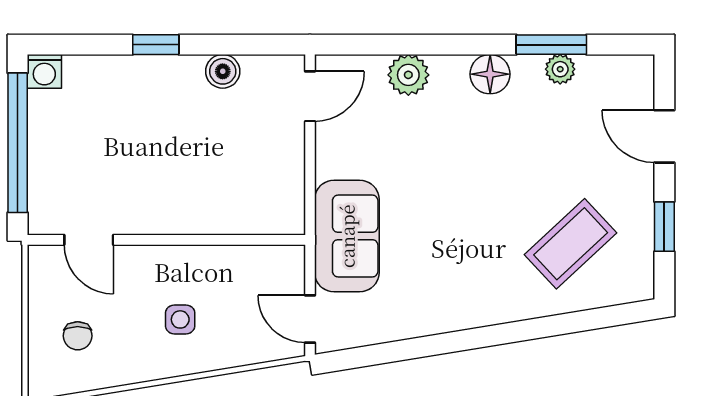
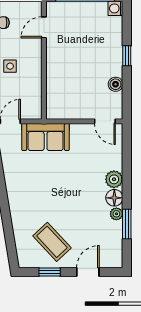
plant: (560, 69) -> (116, 214), moved
plant: (408, 75) -> (114, 179), moved
coffee table: (571, 244) -> (52, 242), moved

